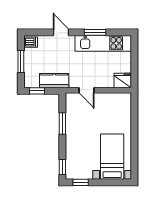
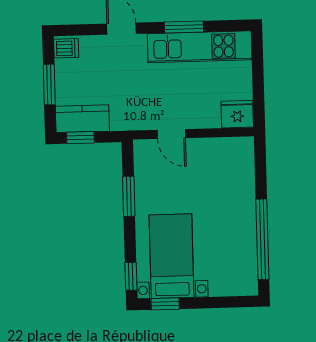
kitchen counter: (54, 81) -> (82, 119), moved
window: (134, 149) -> (262, 239), added
bed with nightstands: (112, 157) -> (171, 256), moved

